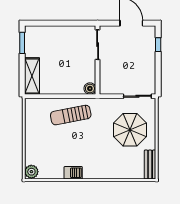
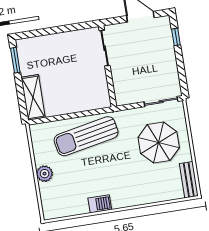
boiler: (90, 89) -> (104, 101), removed
sun lounger: (71, 115) -> (86, 136), width x1.36, depth x1.34
plant: (31, 172) -> (45, 174), moved

